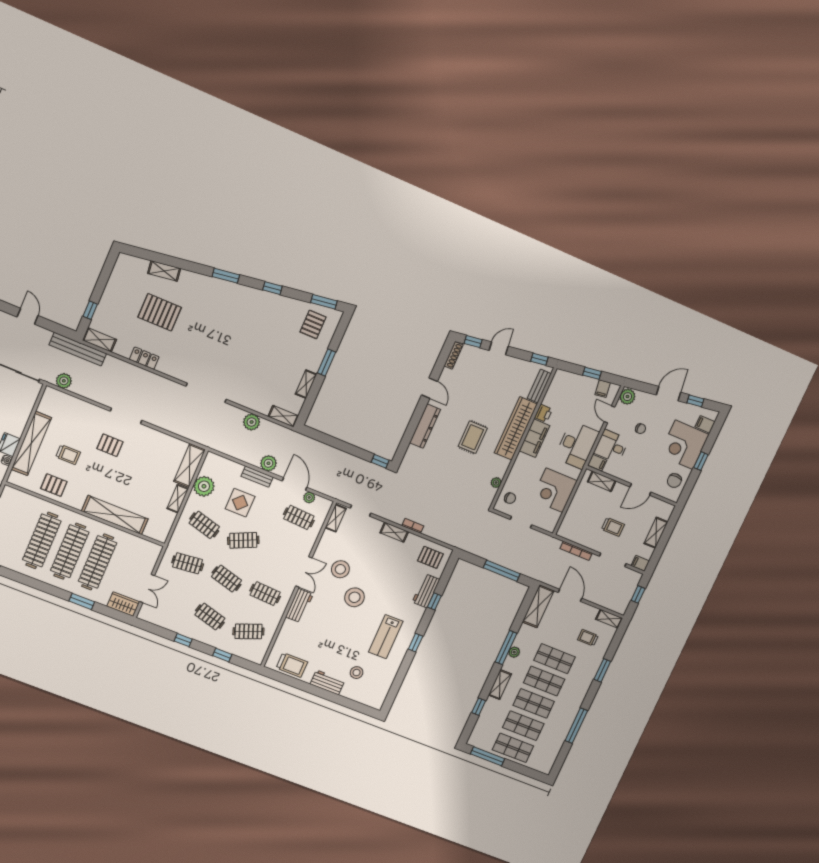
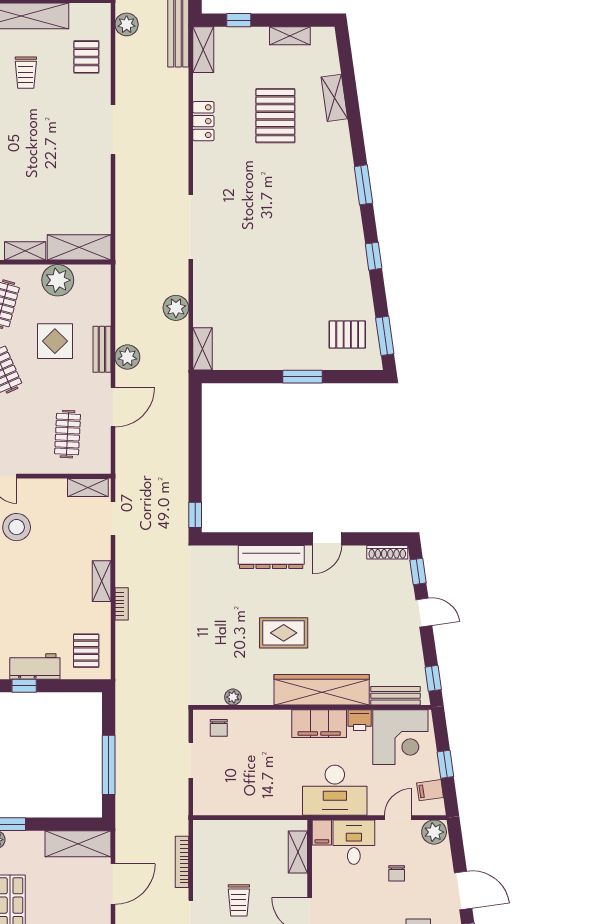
shelving: (306, 384) -> (290, 36), moved
pallet: (110, 445) -> (86, 57), moved
corner desk: (554, 490) -> (400, 737), moved, turned 180
plant: (309, 497) -> (102, 436), removed

